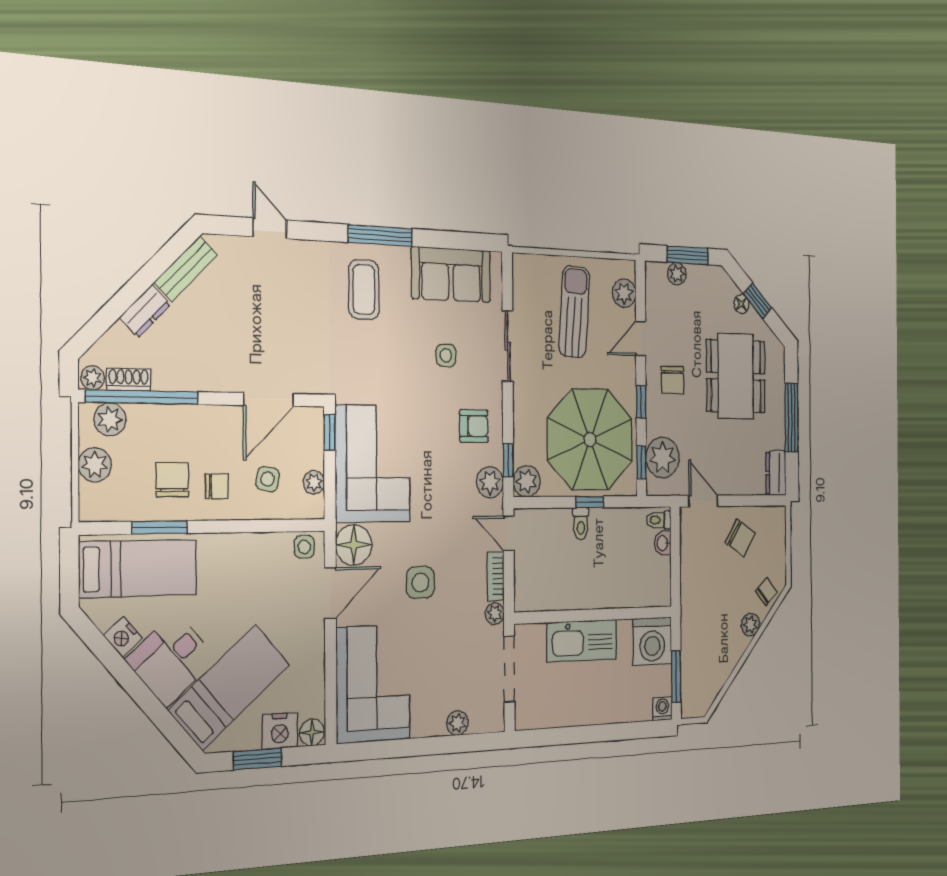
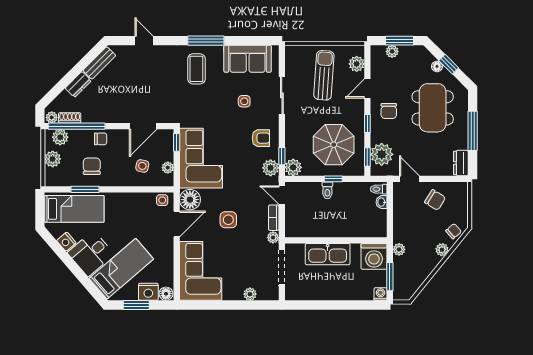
parasol: (590, 439) -> (334, 145), width x0.73, depth x0.73
chair: (217, 486) -> (101, 139), moved
plant: (689, 627) -> (399, 249), added

